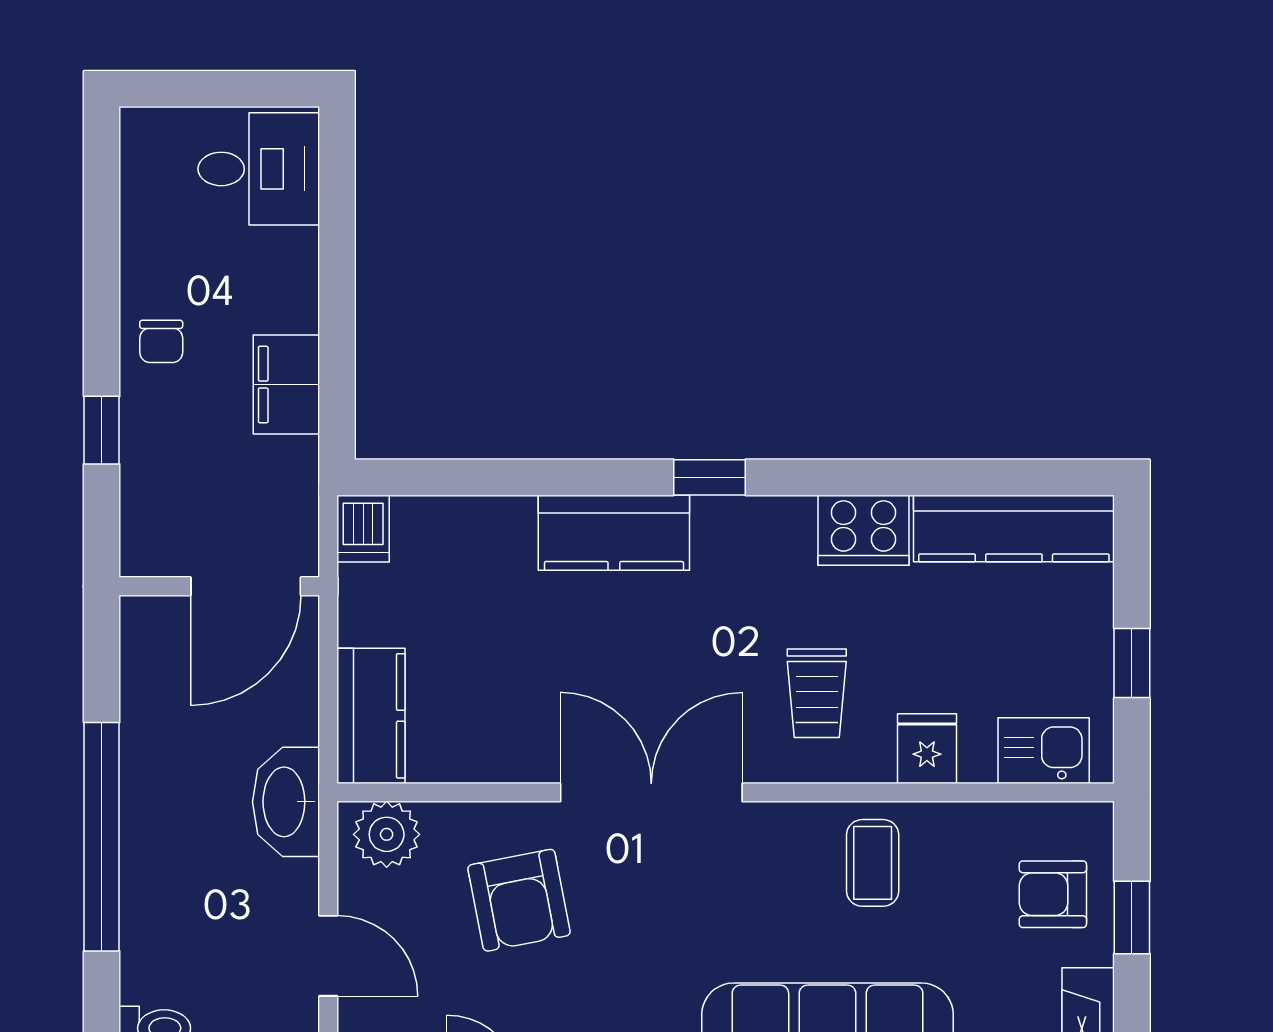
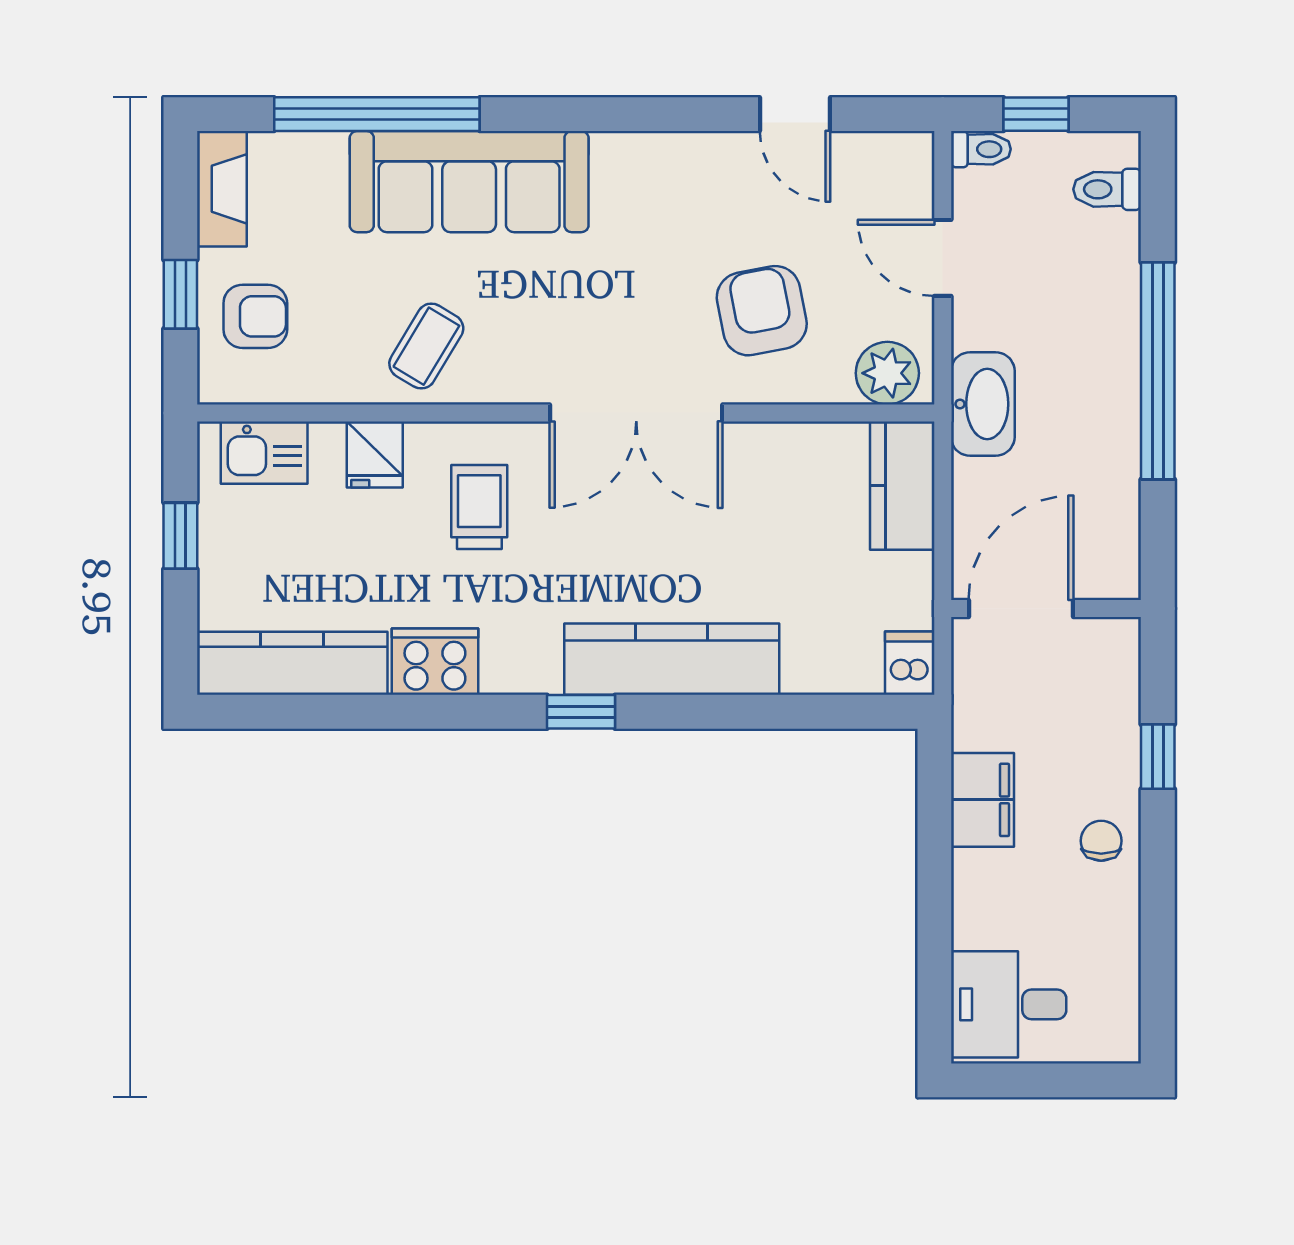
kitchen counter: (614, 533) -> (672, 659), width x1.50
coffee table: (873, 863) -> (426, 346), turned 31

